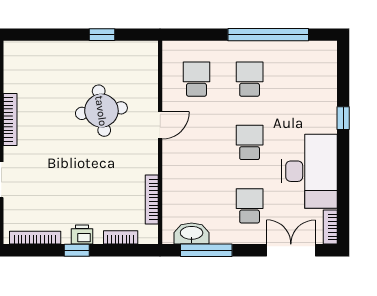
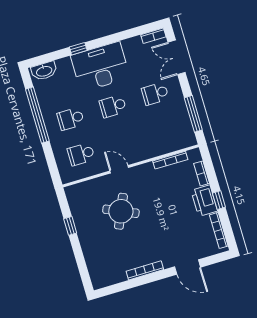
round table: (101, 111) -> (121, 211), turned 32
desk: (309, 171) -> (100, 67), moved
printer: (82, 234) -> (204, 201), width x1.87, depth x1.48
washbasin: (192, 234) -> (44, 71), moved, turned -90

